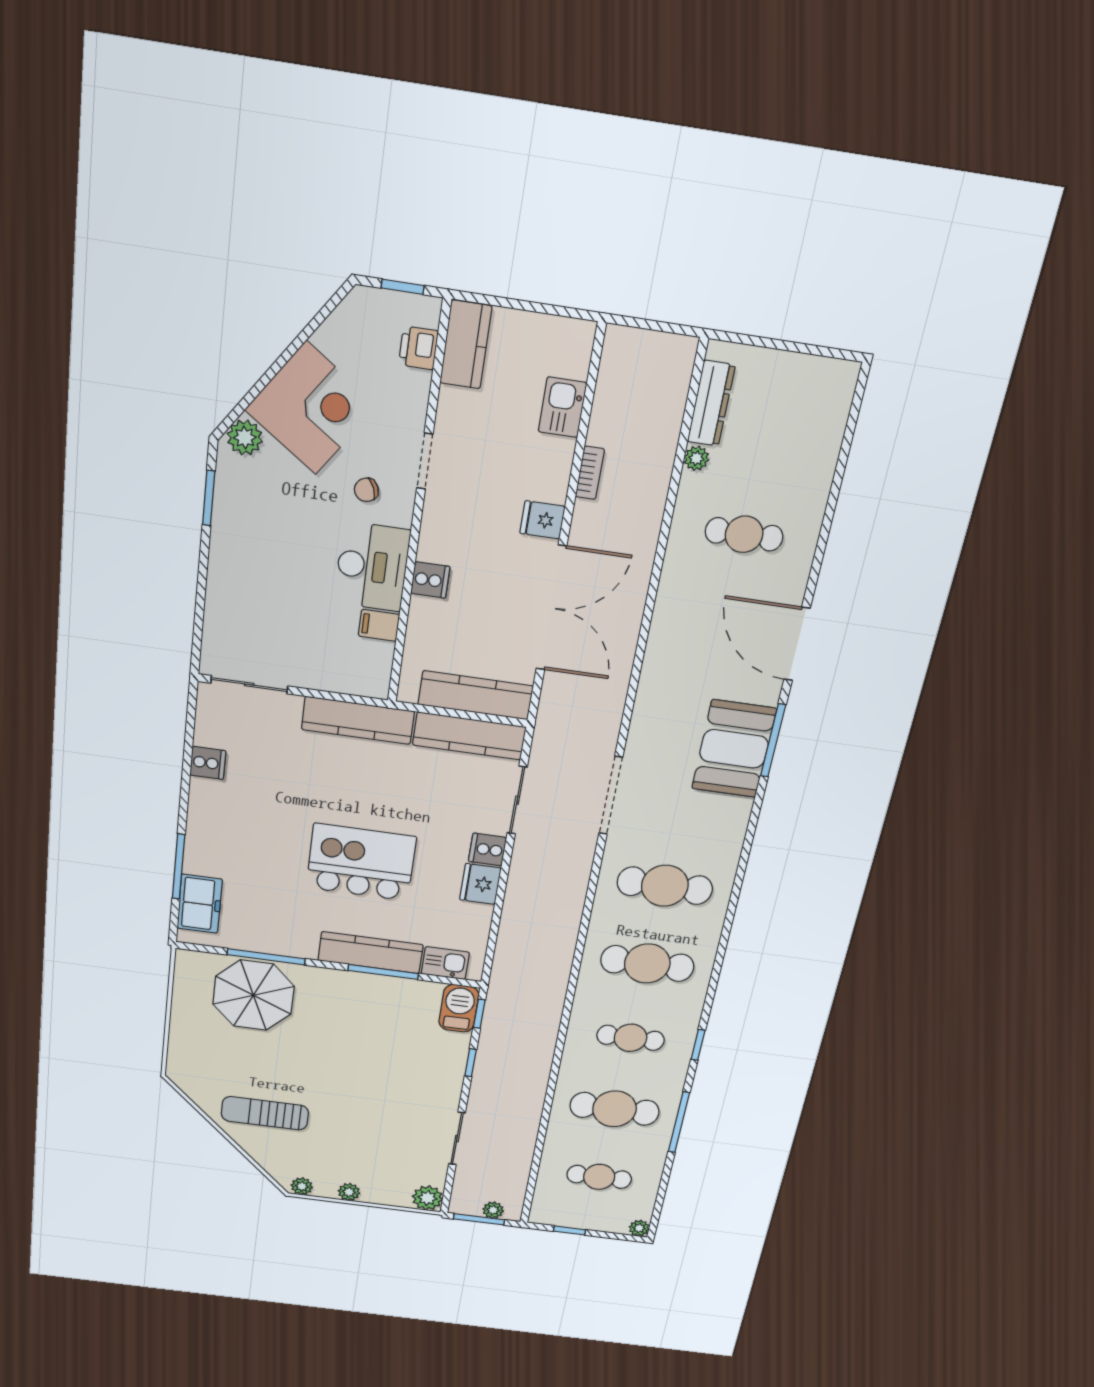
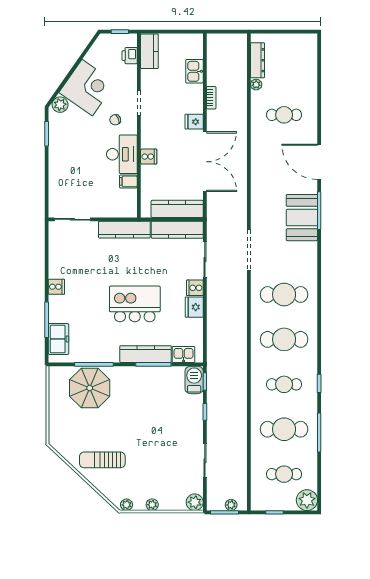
cooker: (208, 763) -> (56, 287), moved
plant: (639, 1228) -> (307, 500), width x1.88, depth x1.88

